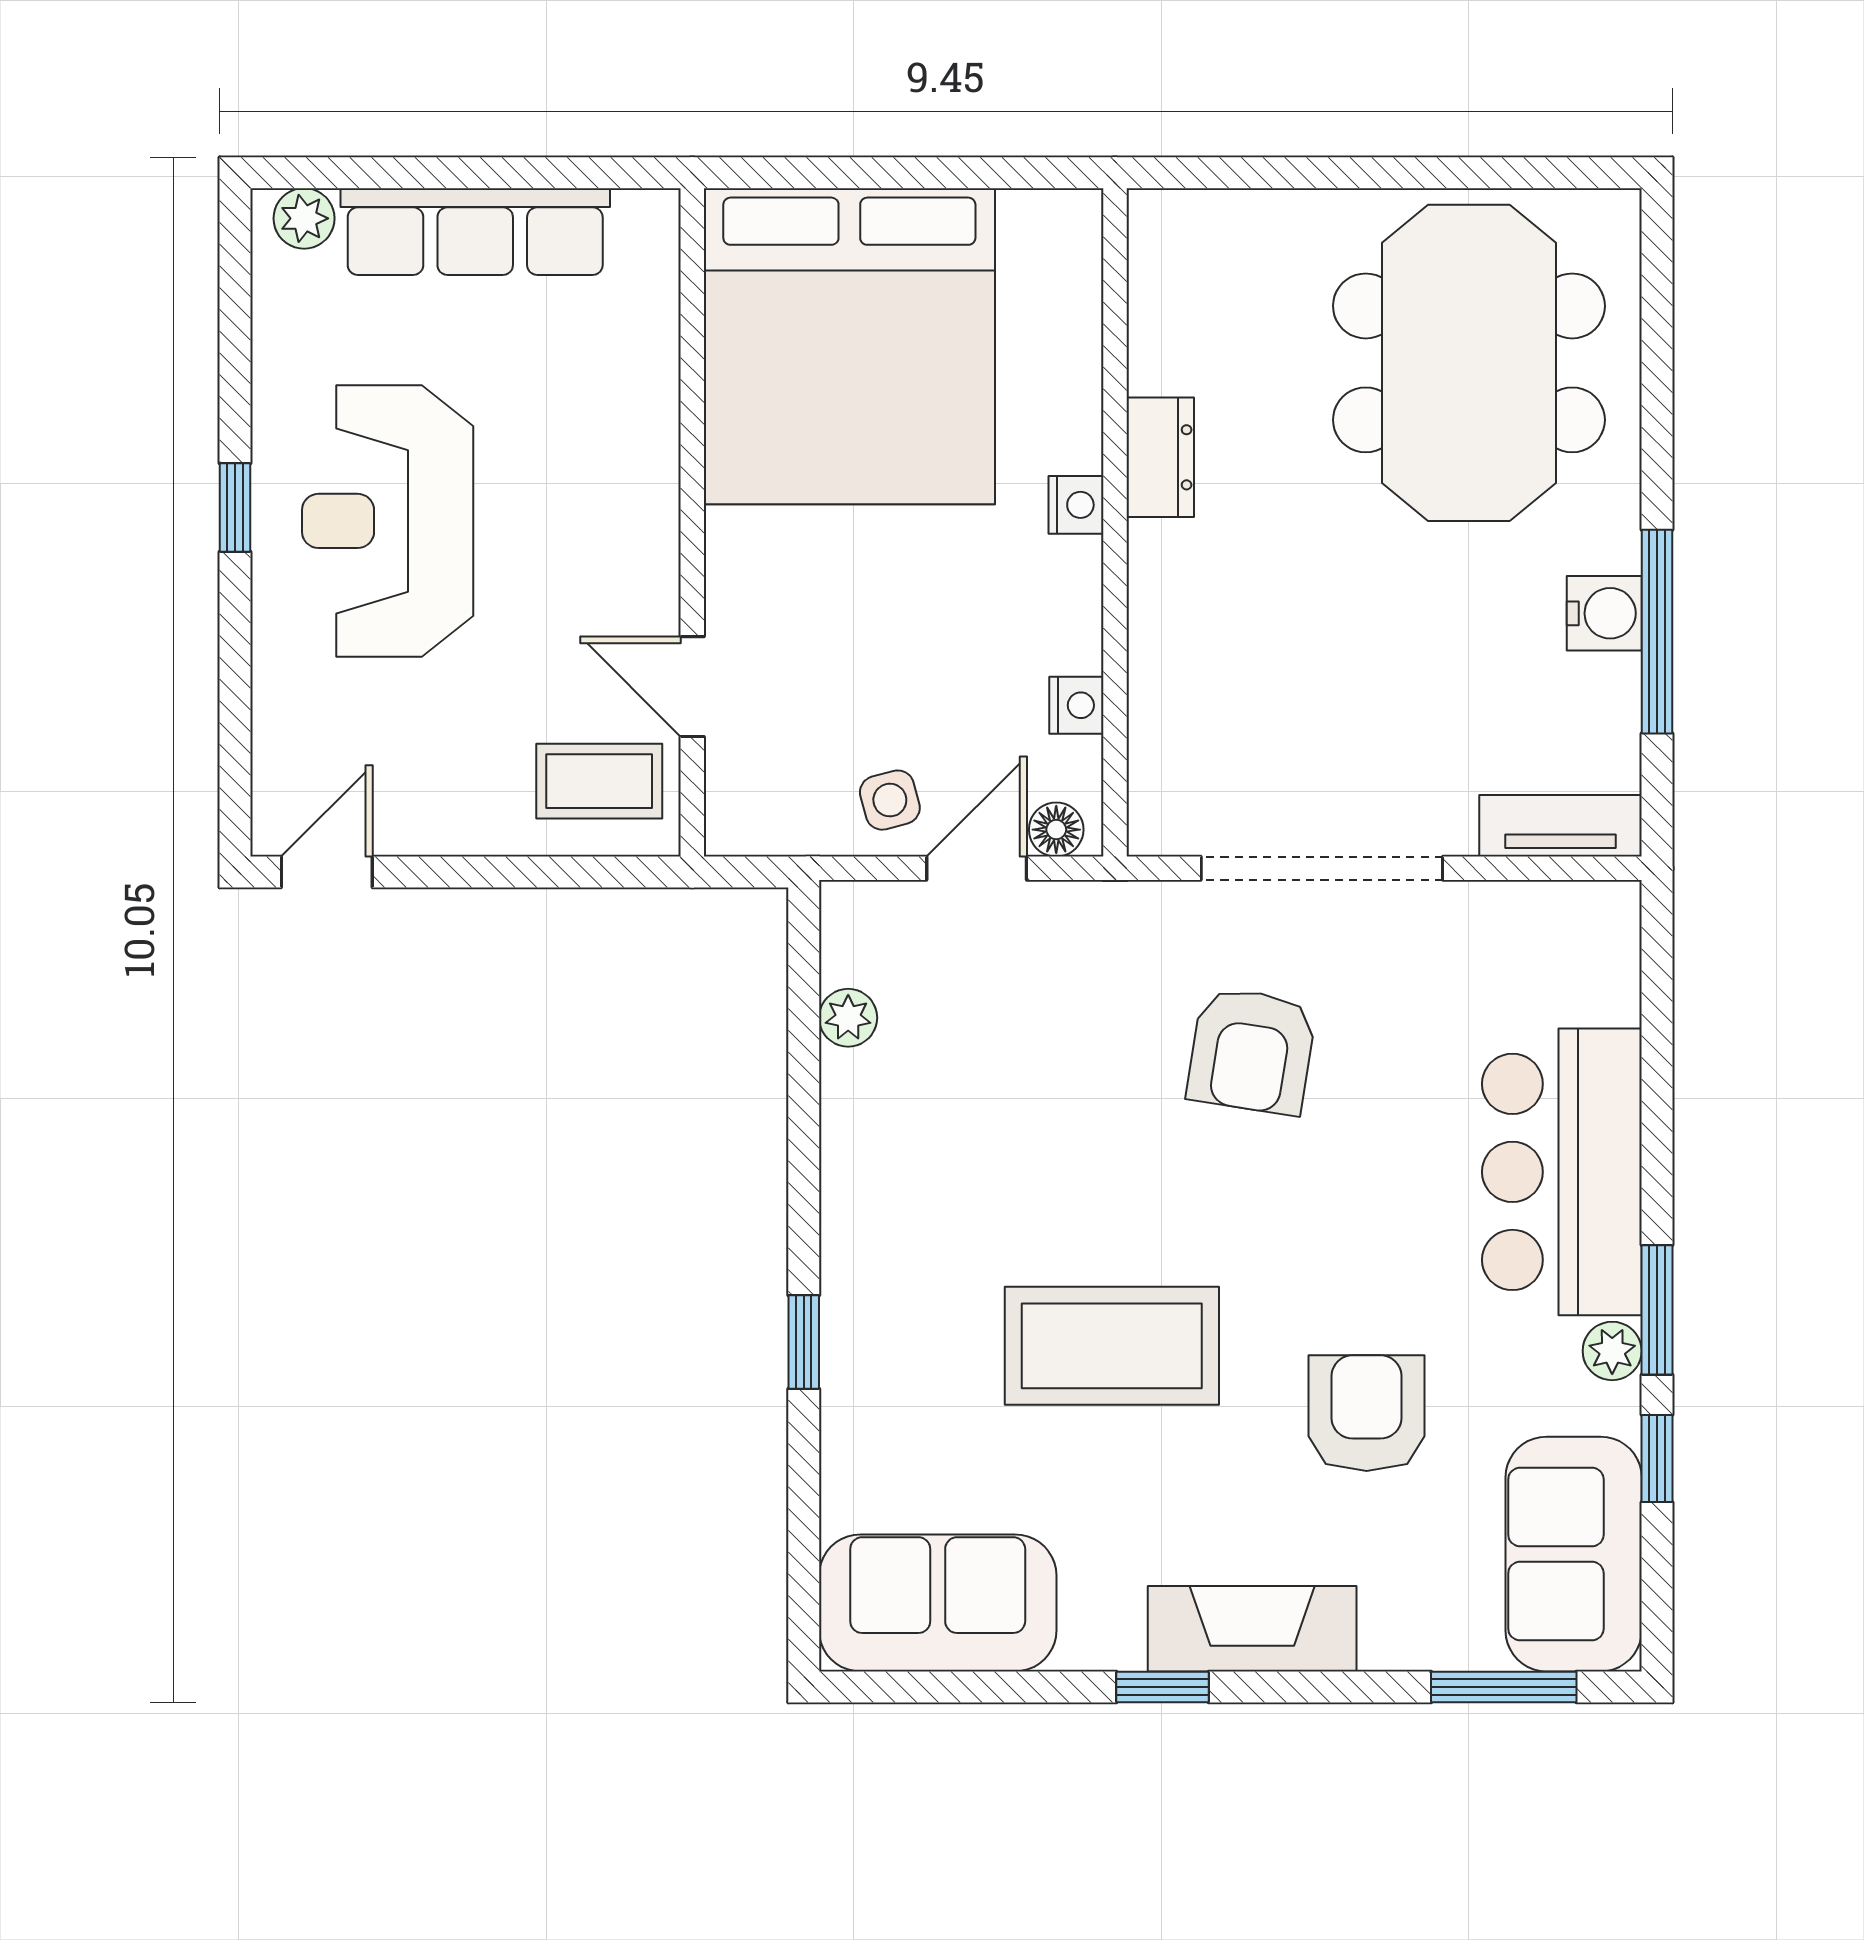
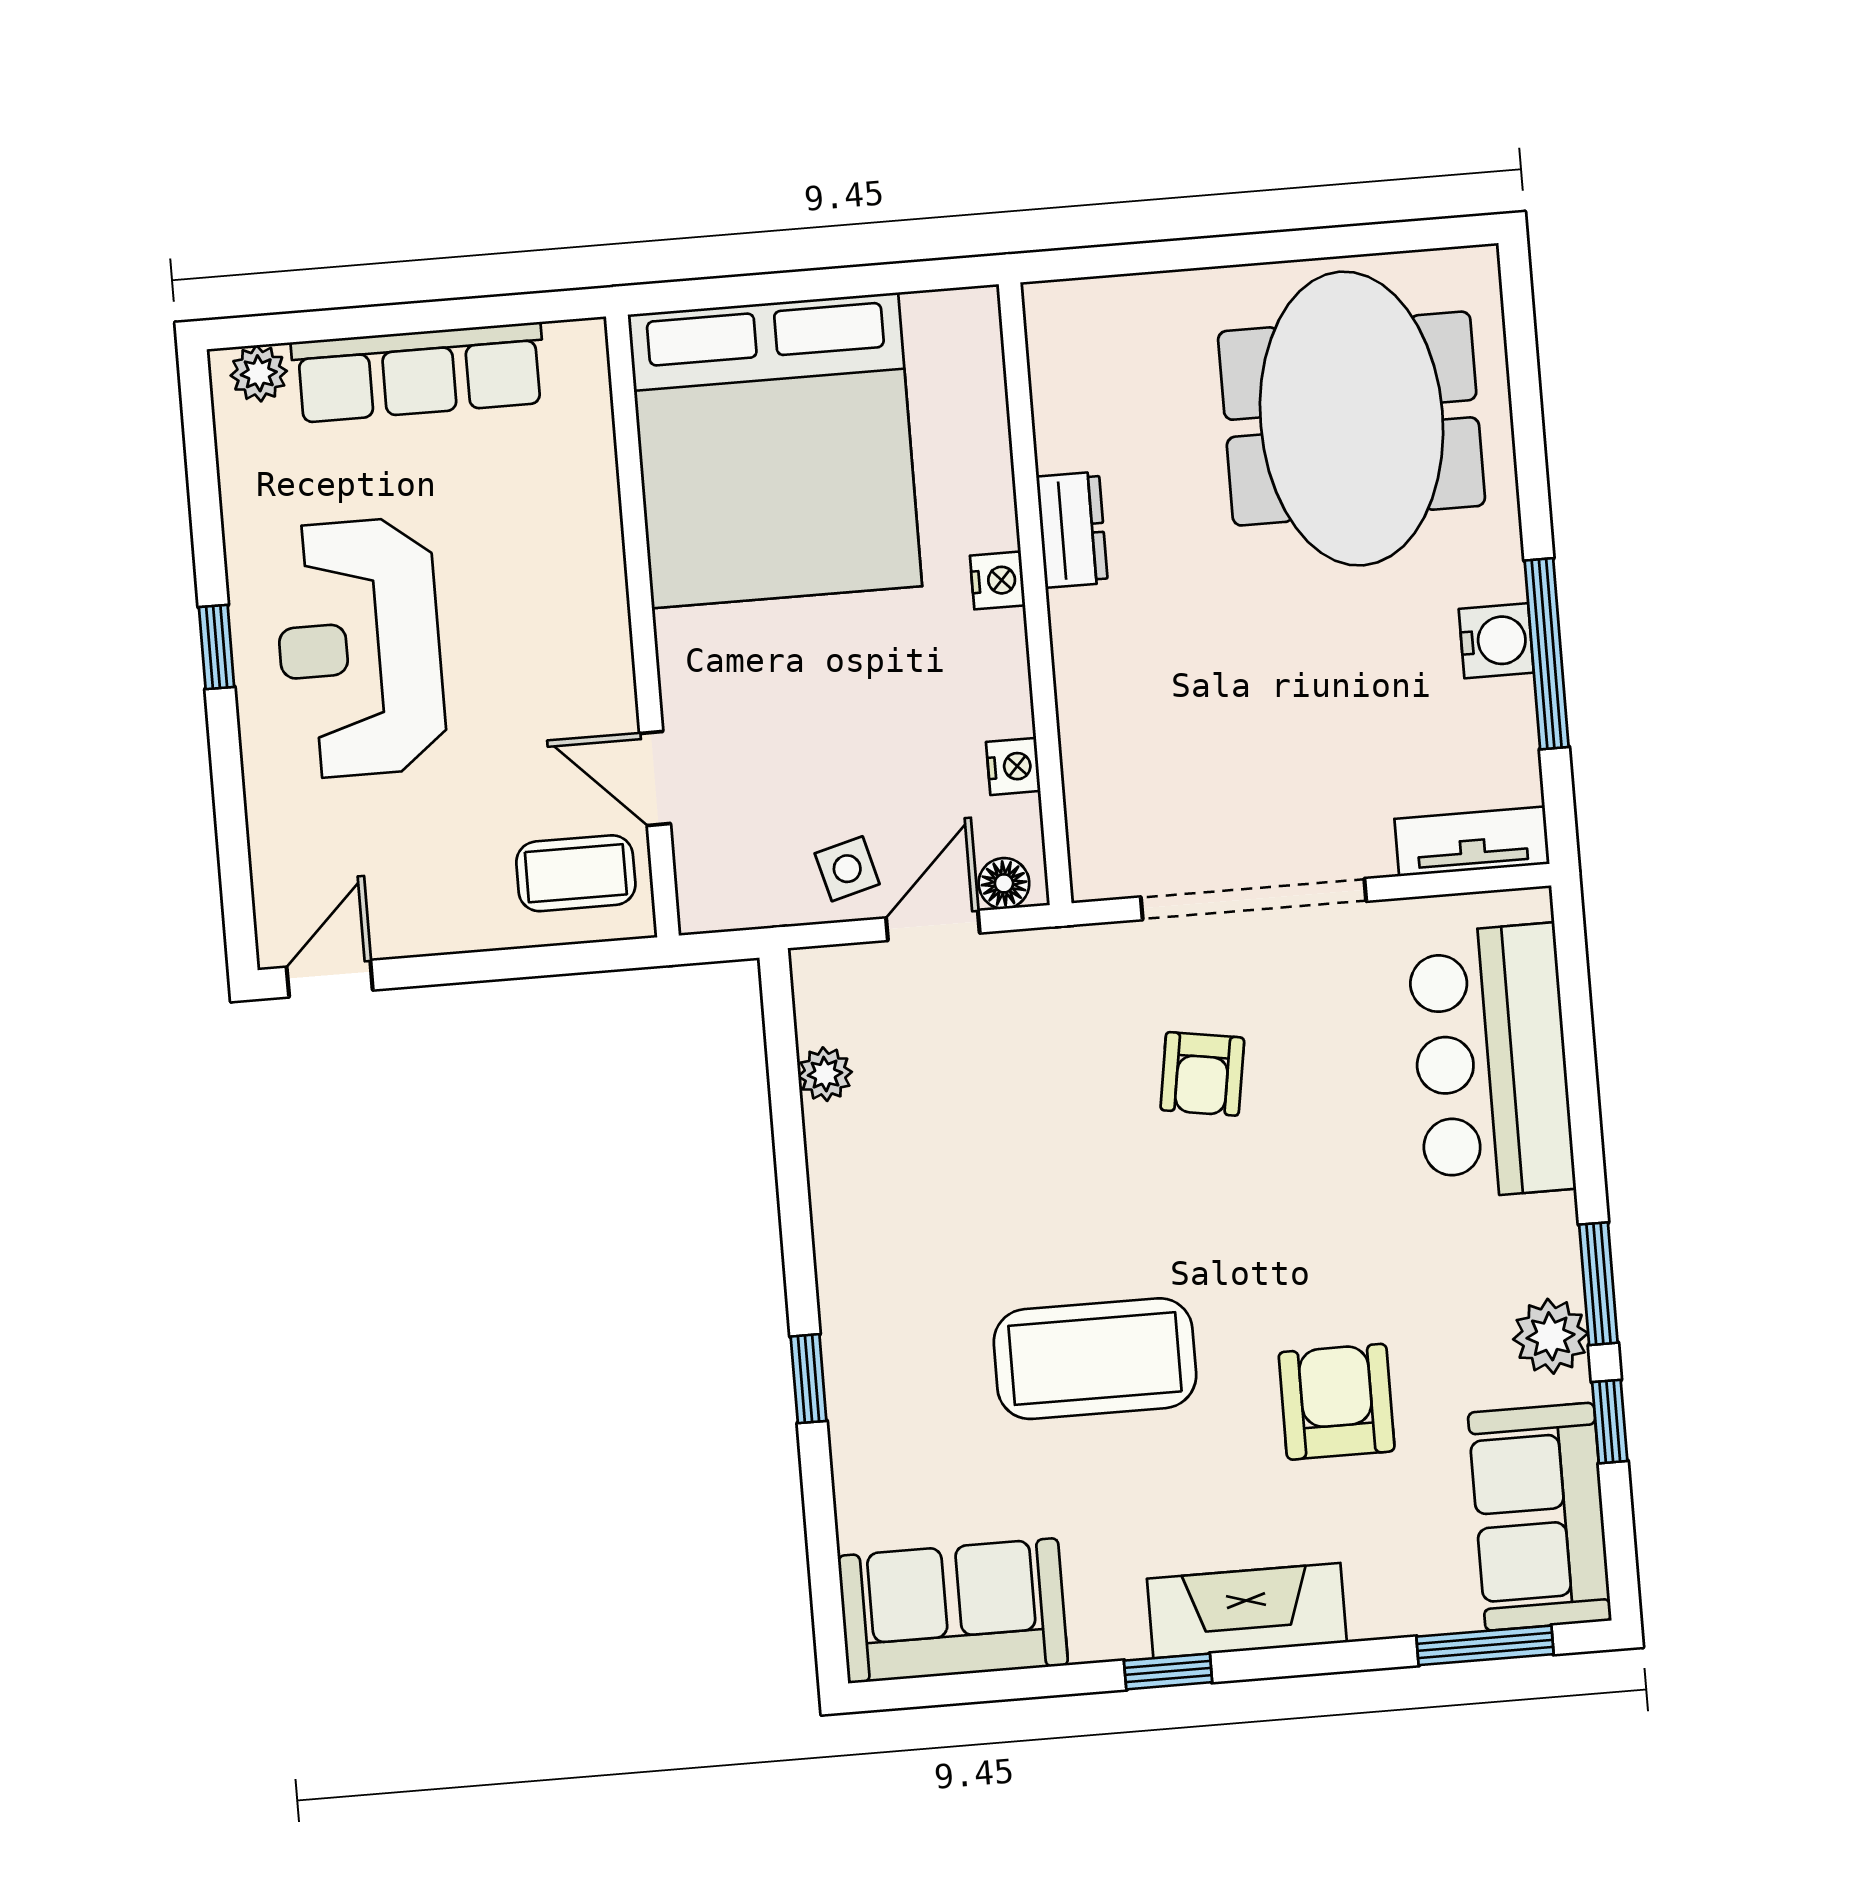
armchair: (1252, 1051) -> (1202, 1074), width x0.72, depth x0.72
bar counter: (1562, 1172) -> (1491, 1062), moved
plant: (1612, 1351) -> (1551, 1336), width x1.38, depth x1.38

